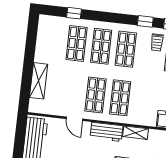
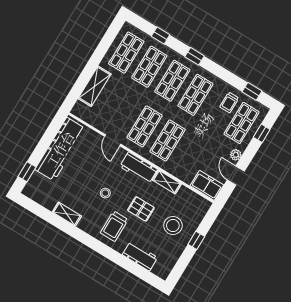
window: (145, 21) -> (195, 56), moved
shop shelf: (52, 41) -> (126, 53), added

